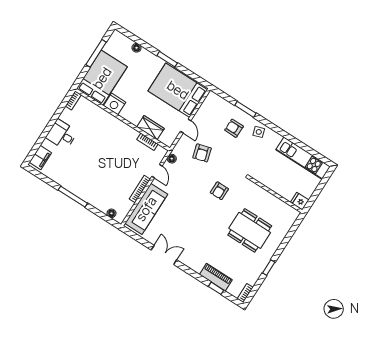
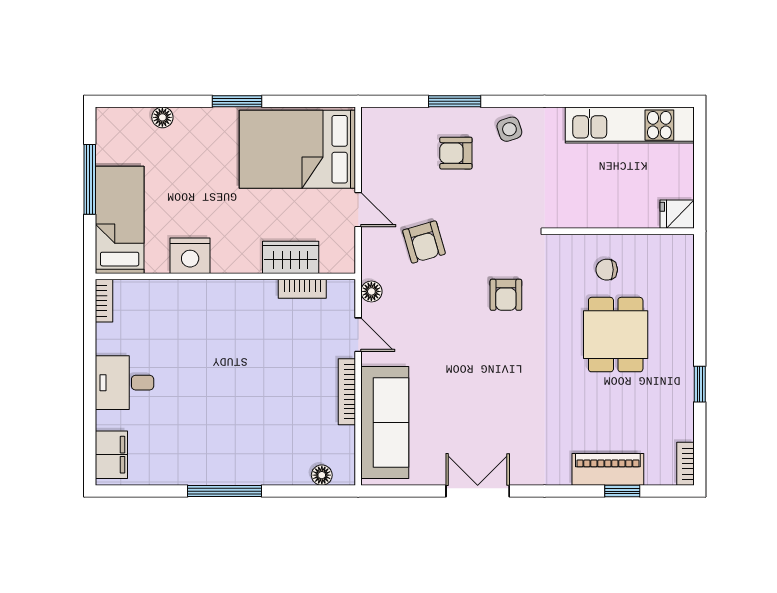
bed: (102, 78) -> (120, 220), width x0.67
chair: (261, 205) -> (607, 270), added
dining table: (250, 230) -> (616, 335), width x0.73

